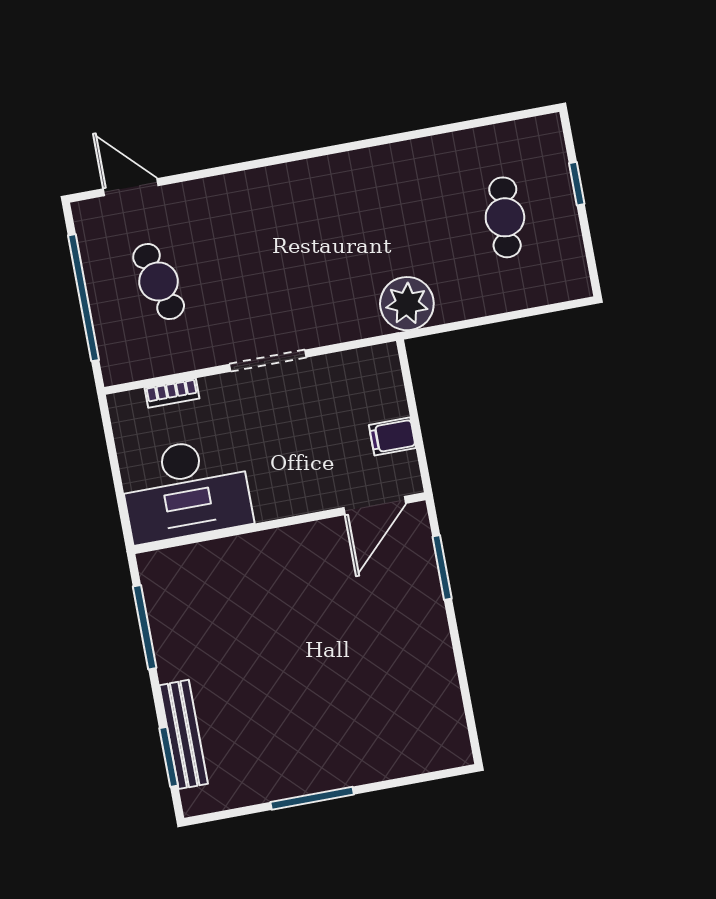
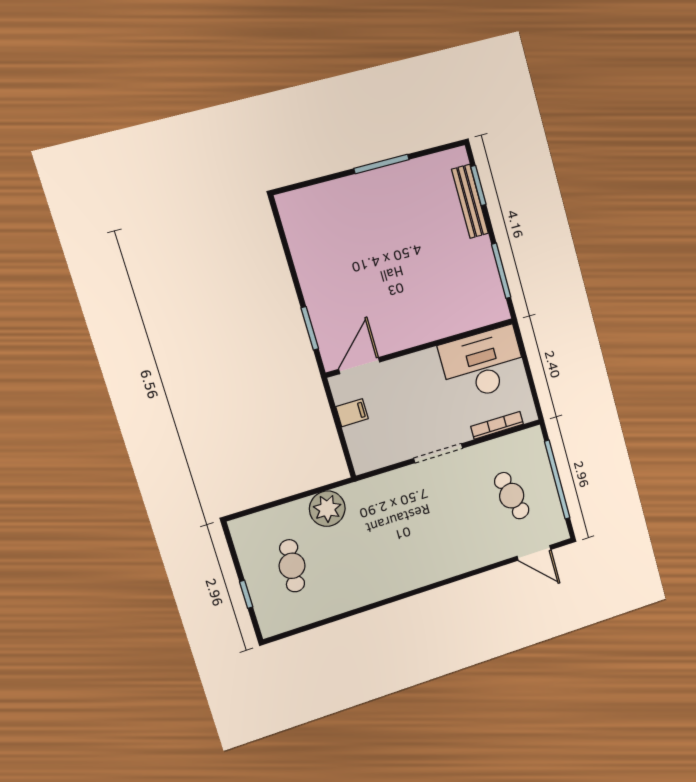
plant: (407, 304) -> (327, 509), moved
bookcase: (172, 393) -> (497, 425), width x1.56

